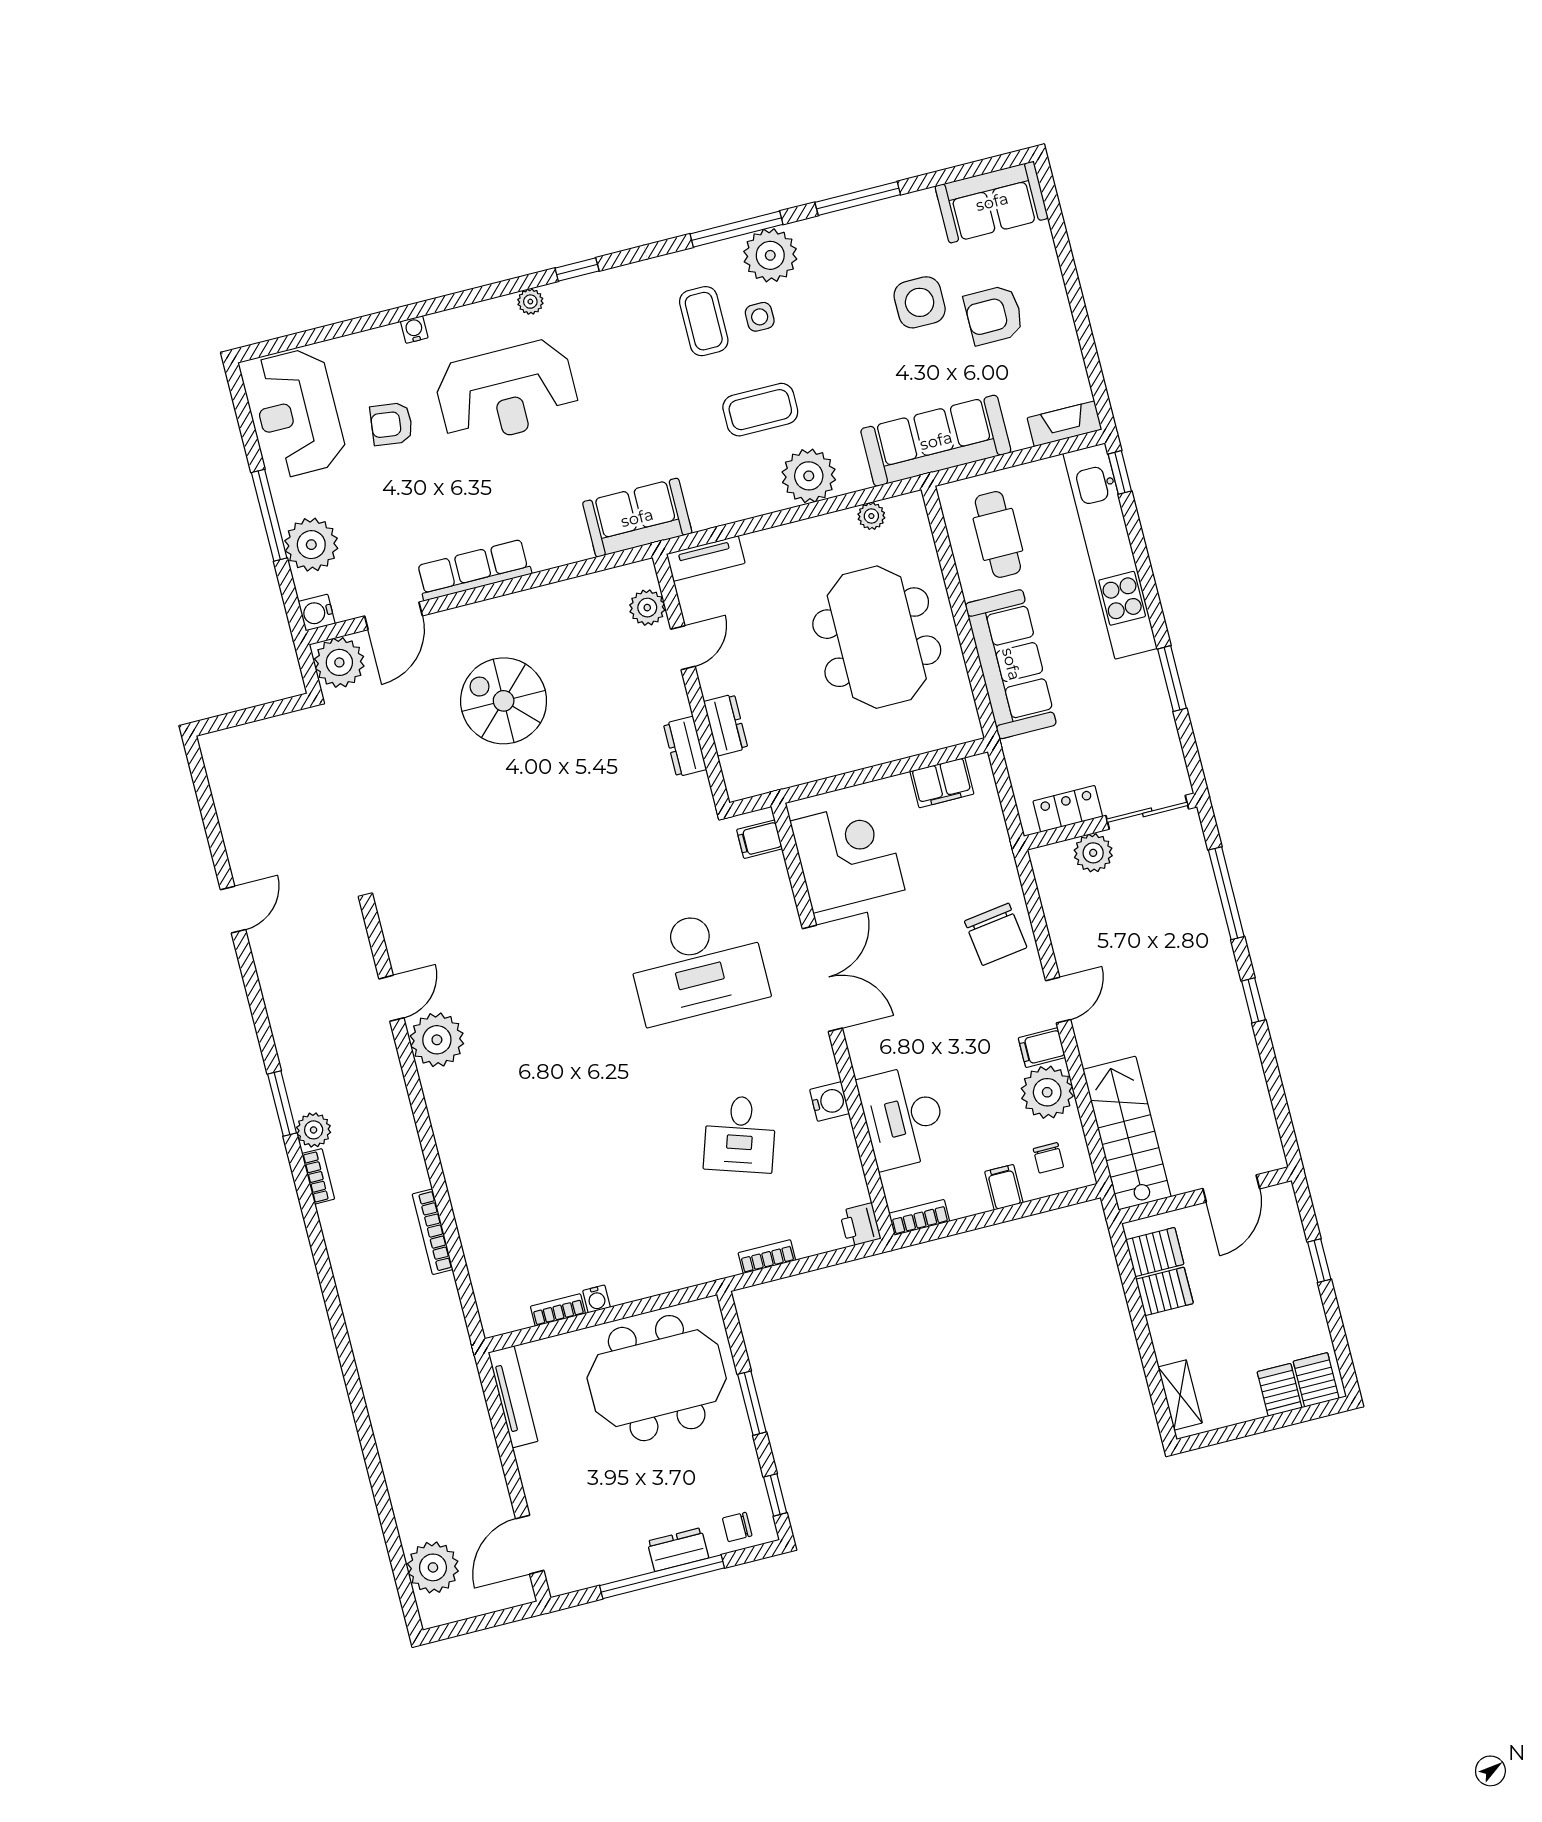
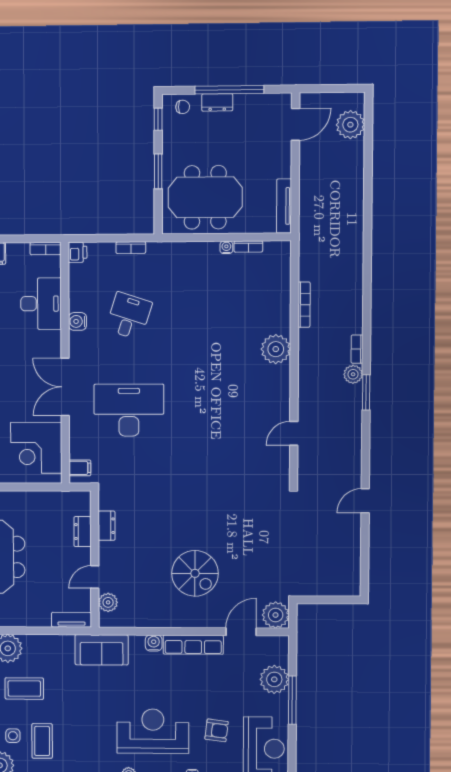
water cooler: (317, 613) -> (154, 643), moved, turned -90
plant: (437, 1040) -> (276, 349), moved

